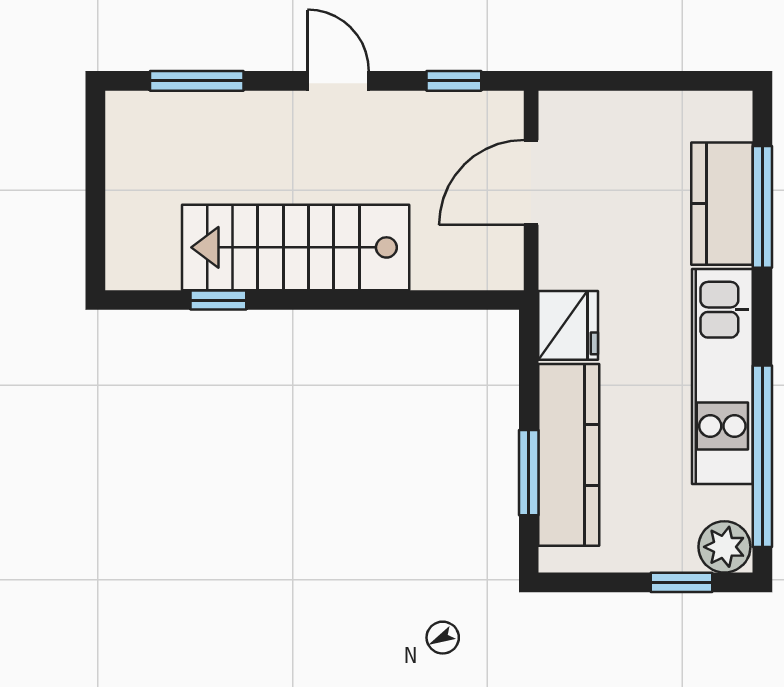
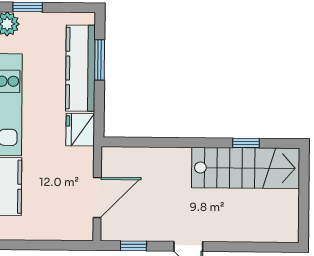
window: (197, 81) -> (255, 247), removed
stairs: (296, 247) -> (246, 168), moved

